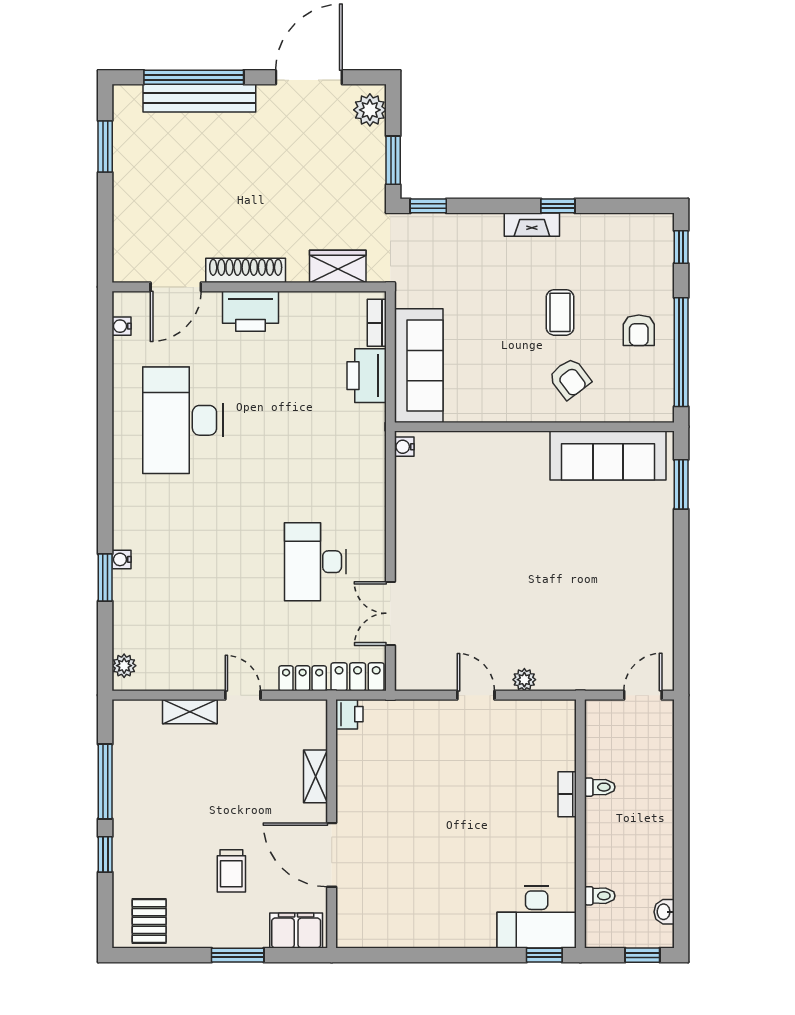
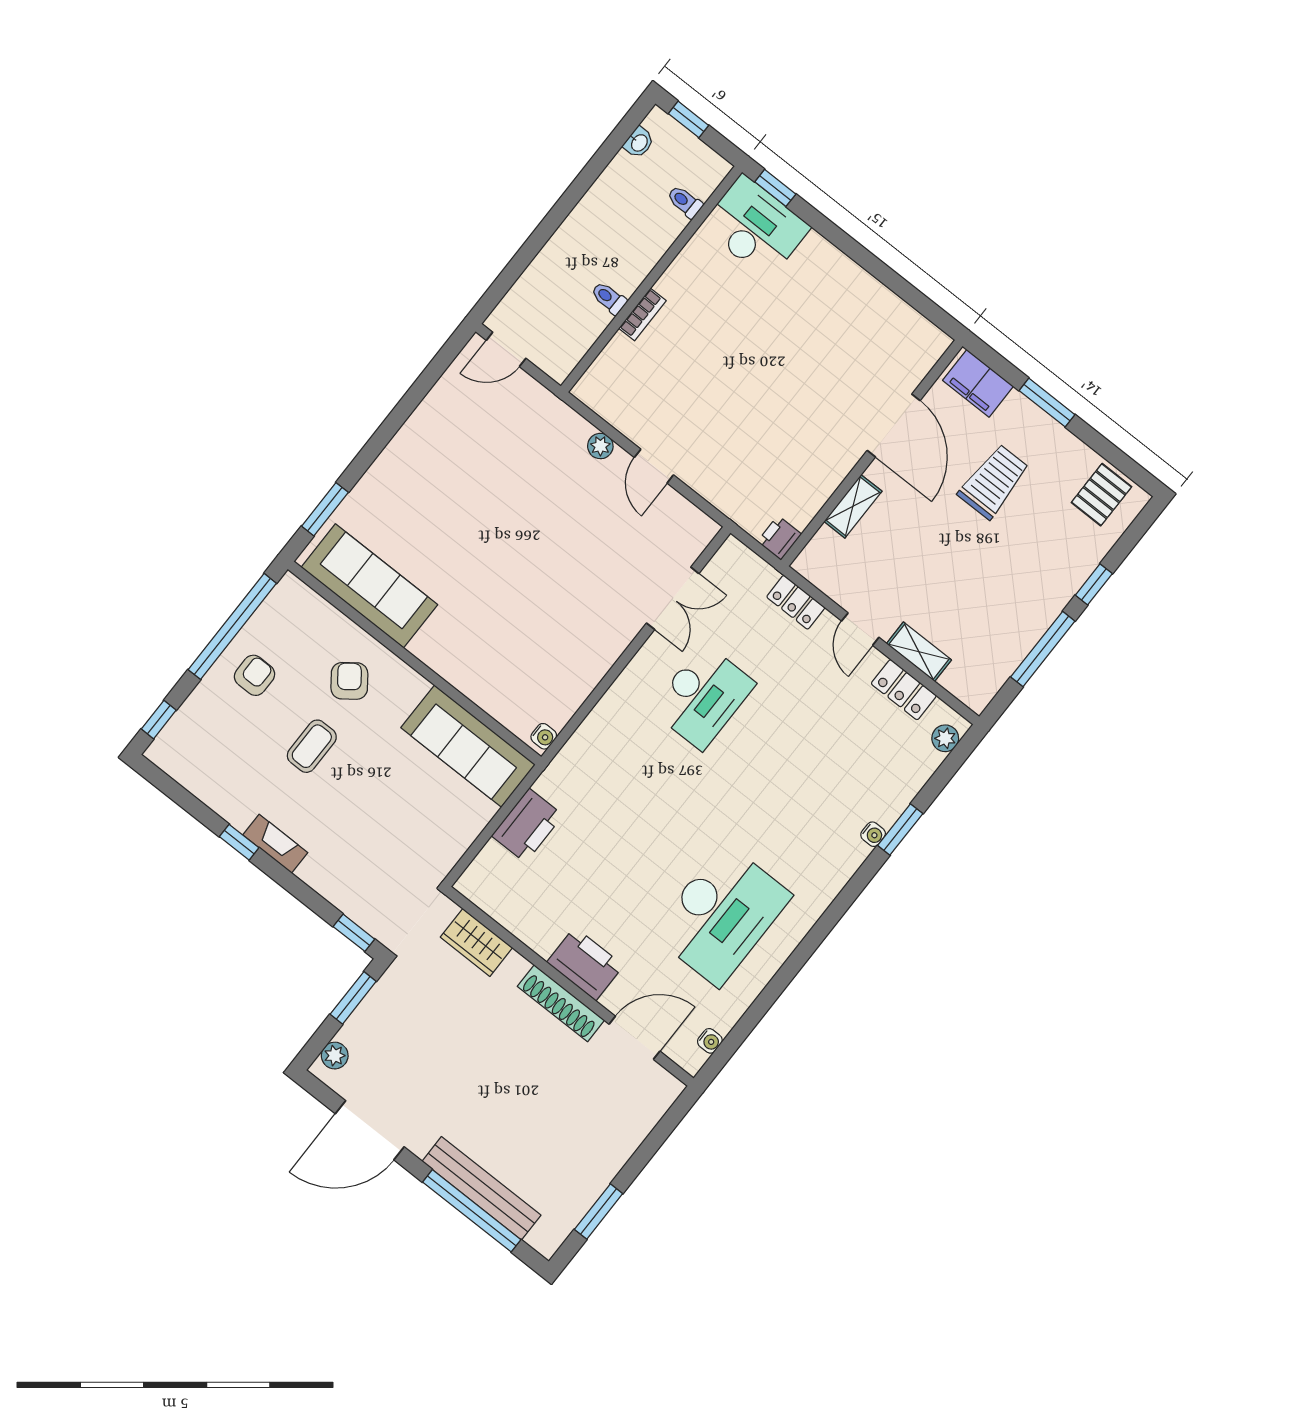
plant: (370, 110) -> (335, 1056), width x0.73, depth x0.73
bookcase: (377, 323) -> (481, 865), removed
sofa: (419, 366) -> (468, 746), moved, turned -90
locker: (358, 677) -> (904, 690), moved
trolley: (231, 871) -> (994, 482), width x1.36, depth x1.39

